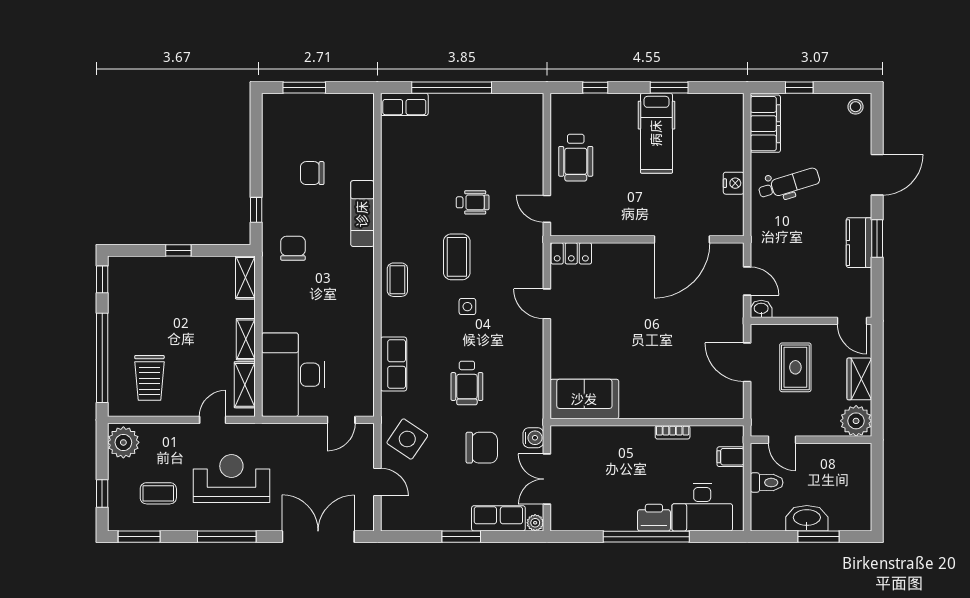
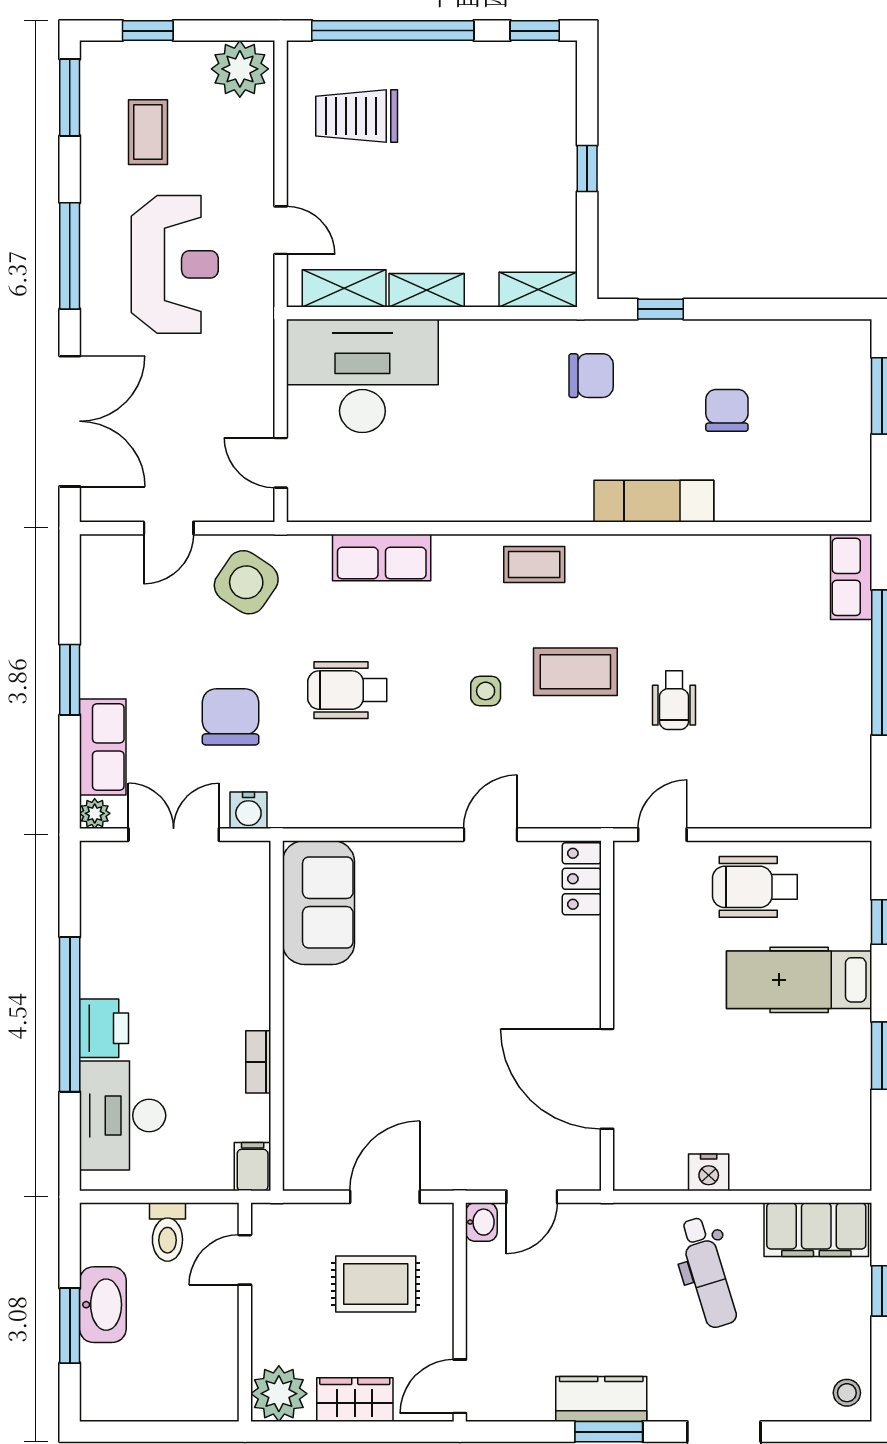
hospital bed: (656, 133) -> (799, 980), moved
chair: (482, 448) -> (231, 717), turned 180
filing cabinet: (730, 457) -> (253, 1167), moved

